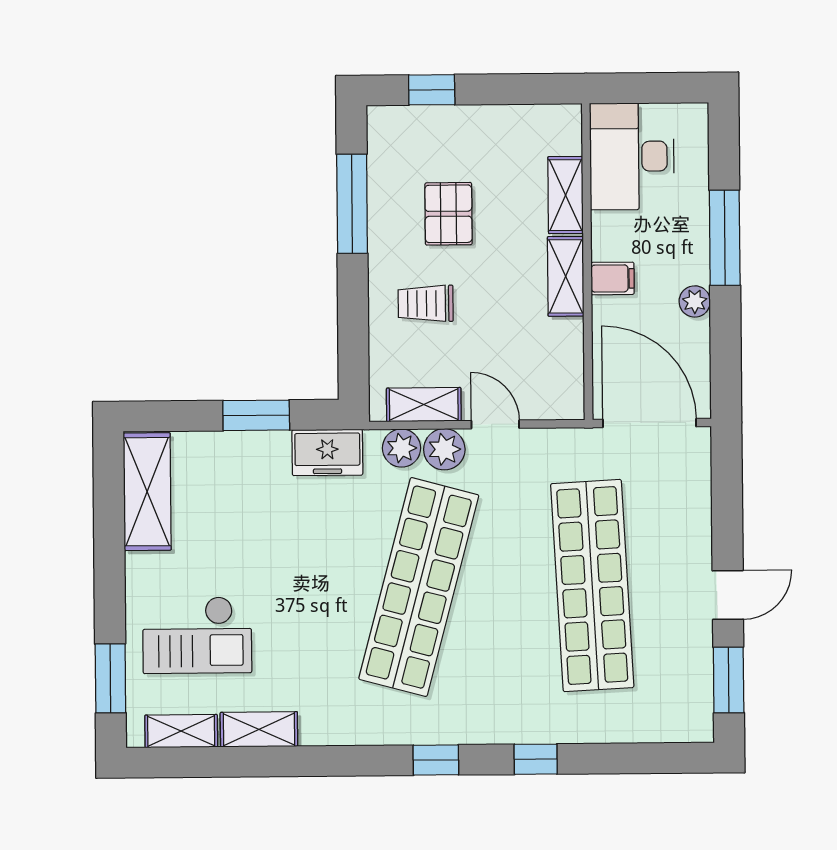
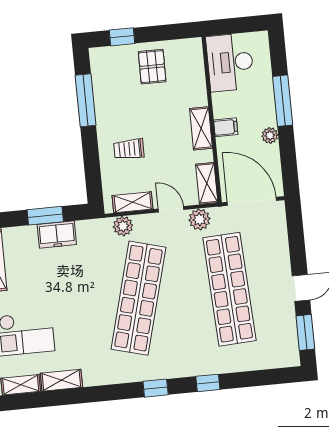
shelving: (566, 195) -> (207, 183), moved
pallet: (448, 214) -> (152, 67), moved
plant: (444, 449) -> (199, 219), moved
freezer: (327, 452) -> (57, 235), moved

